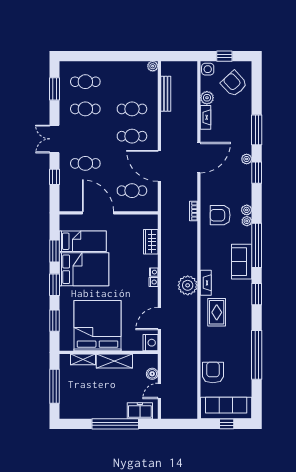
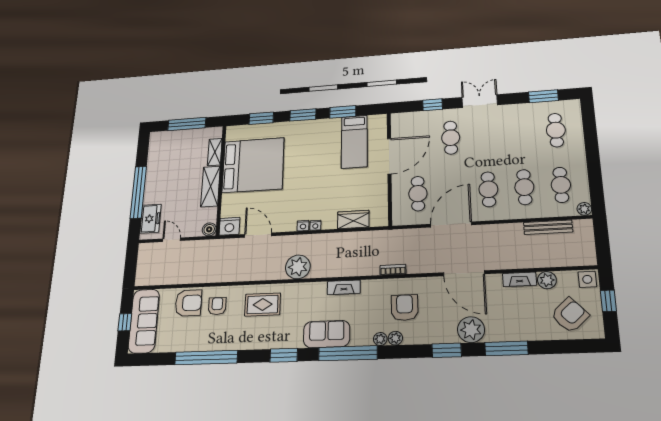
cafe table: (85, 109) -> (561, 185), moved
plant: (247, 159) -> (471, 330), width x1.88, depth x1.88
armchair: (220, 215) -> (405, 308), moved
bed: (84, 269) -> (320, 146), removed
fireplace: (206, 283) -> (344, 287), moved
armchair: (216, 349) -> (217, 306), added
boiler: (152, 374) -> (209, 229), moved

